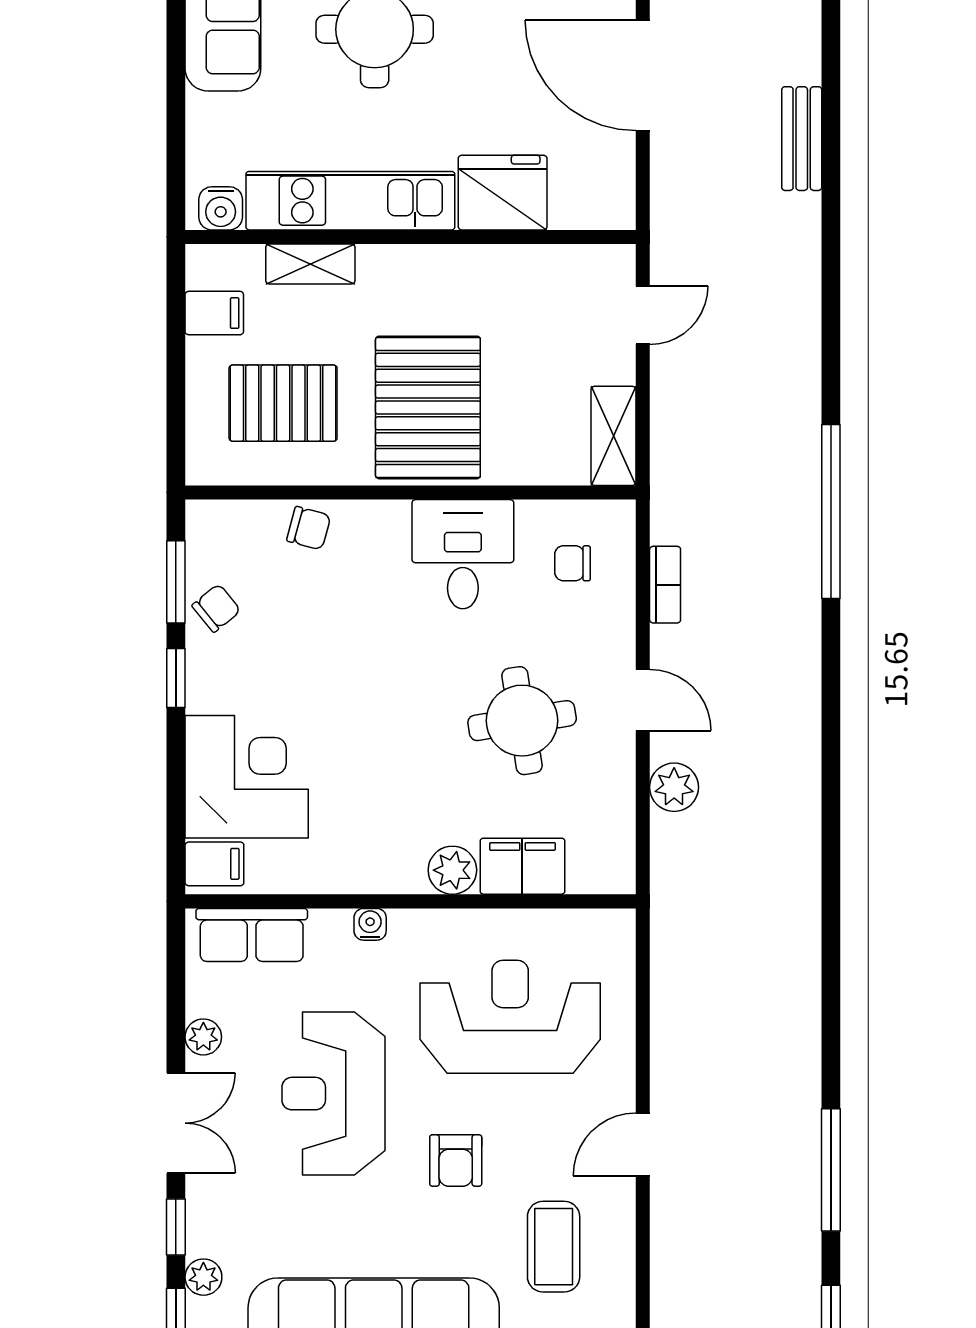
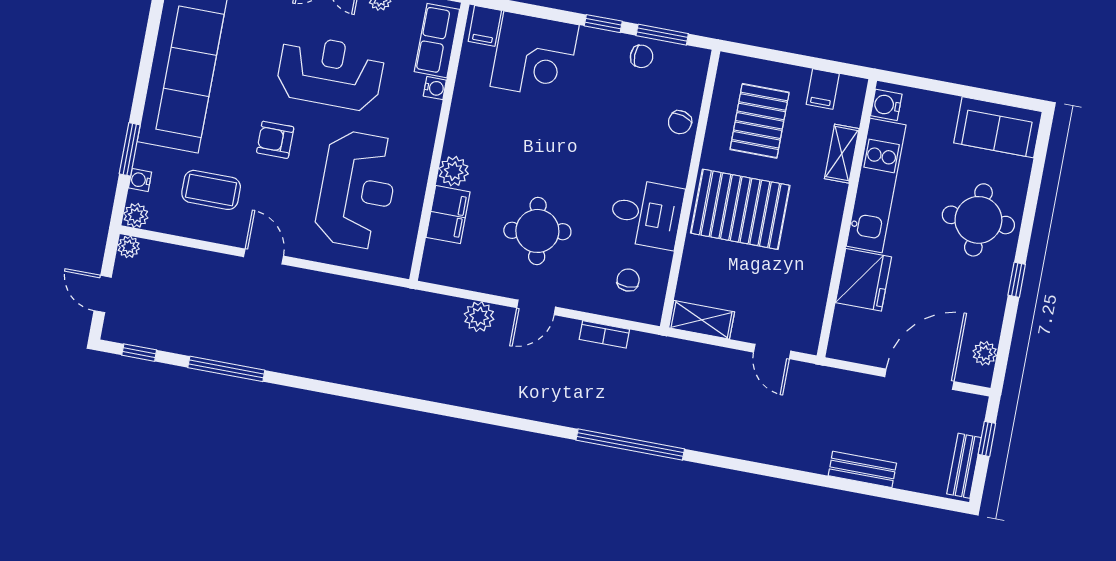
chair: (216, 608) -> (642, 56), turned -51
water cooler: (370, 924) -> (435, 88), moved

